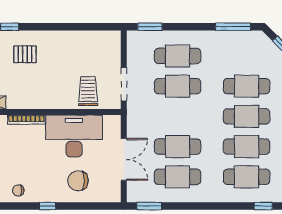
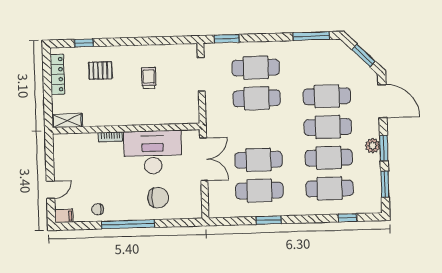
doorway: (124, 84) -> (201, 74), moved
trolley: (88, 91) -> (149, 78), moved, width x0.73, depth x0.72
bookcase: (26, 120) -> (110, 137), width x0.64
double door: (124, 159) -> (204, 159), moved
chair: (78, 181) -> (158, 198), turned 180
window: (48, 206) -> (128, 224), width x3.17
window: (149, 206) -> (269, 220), moved

